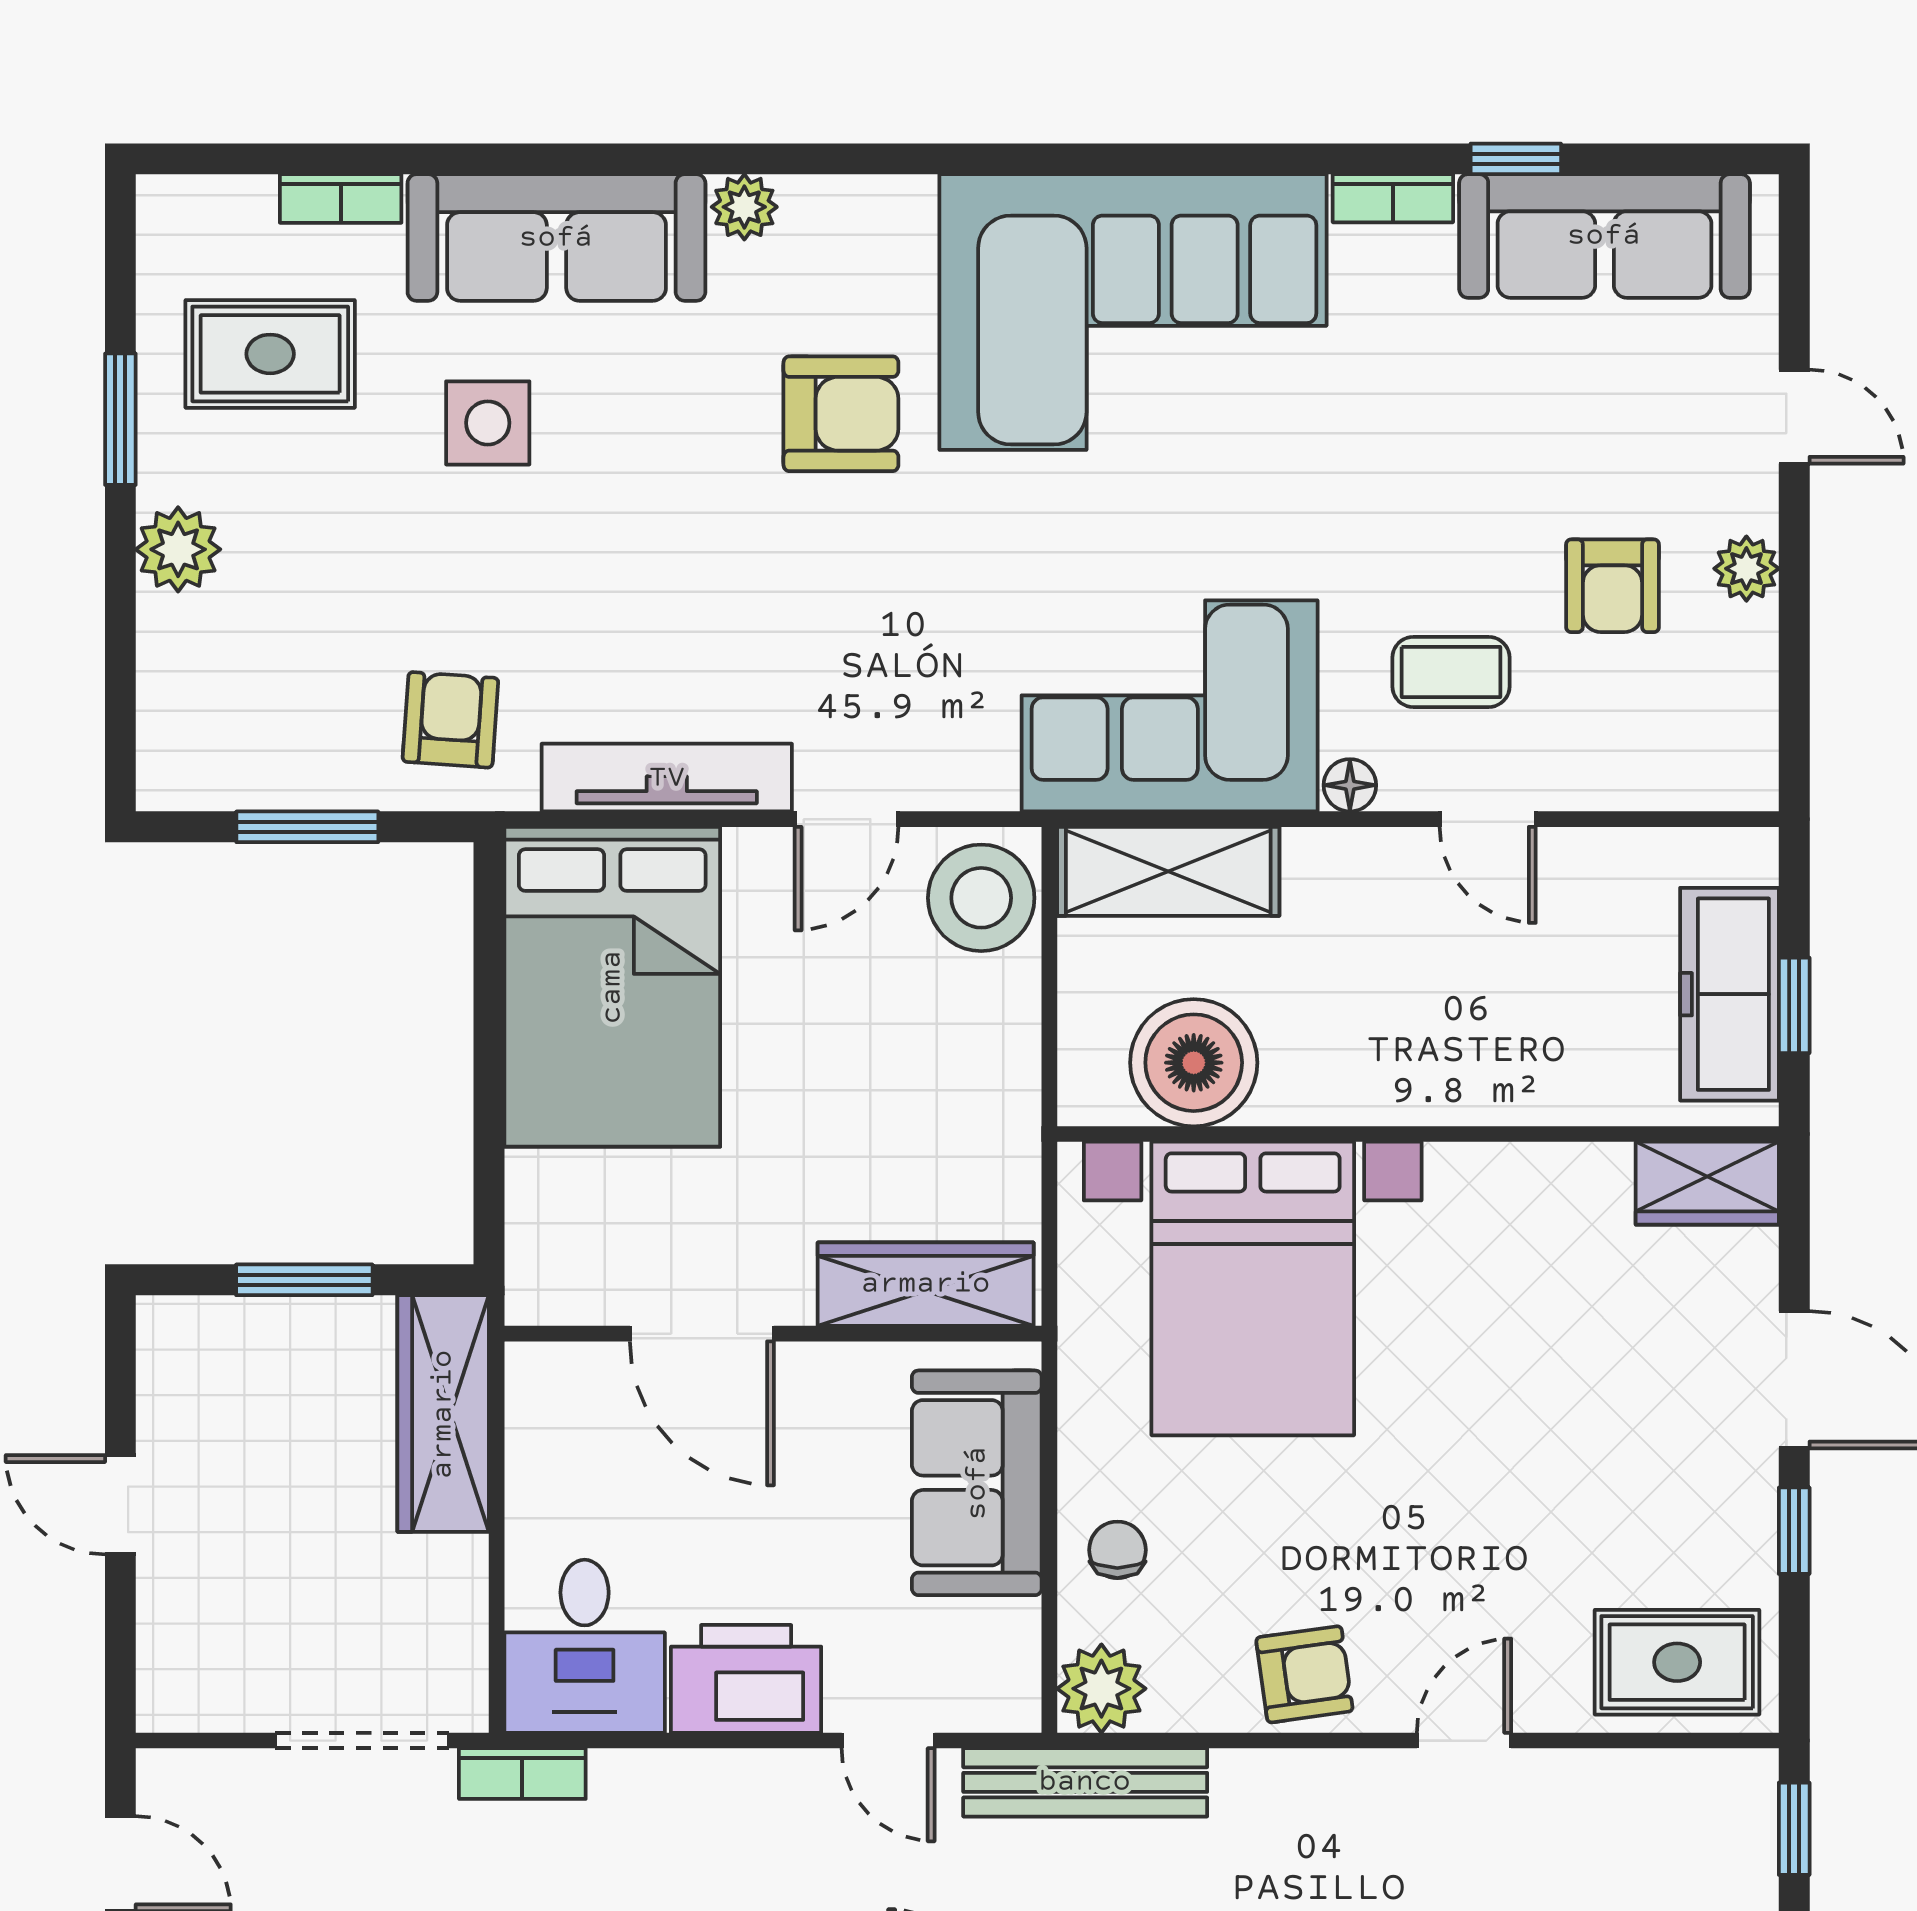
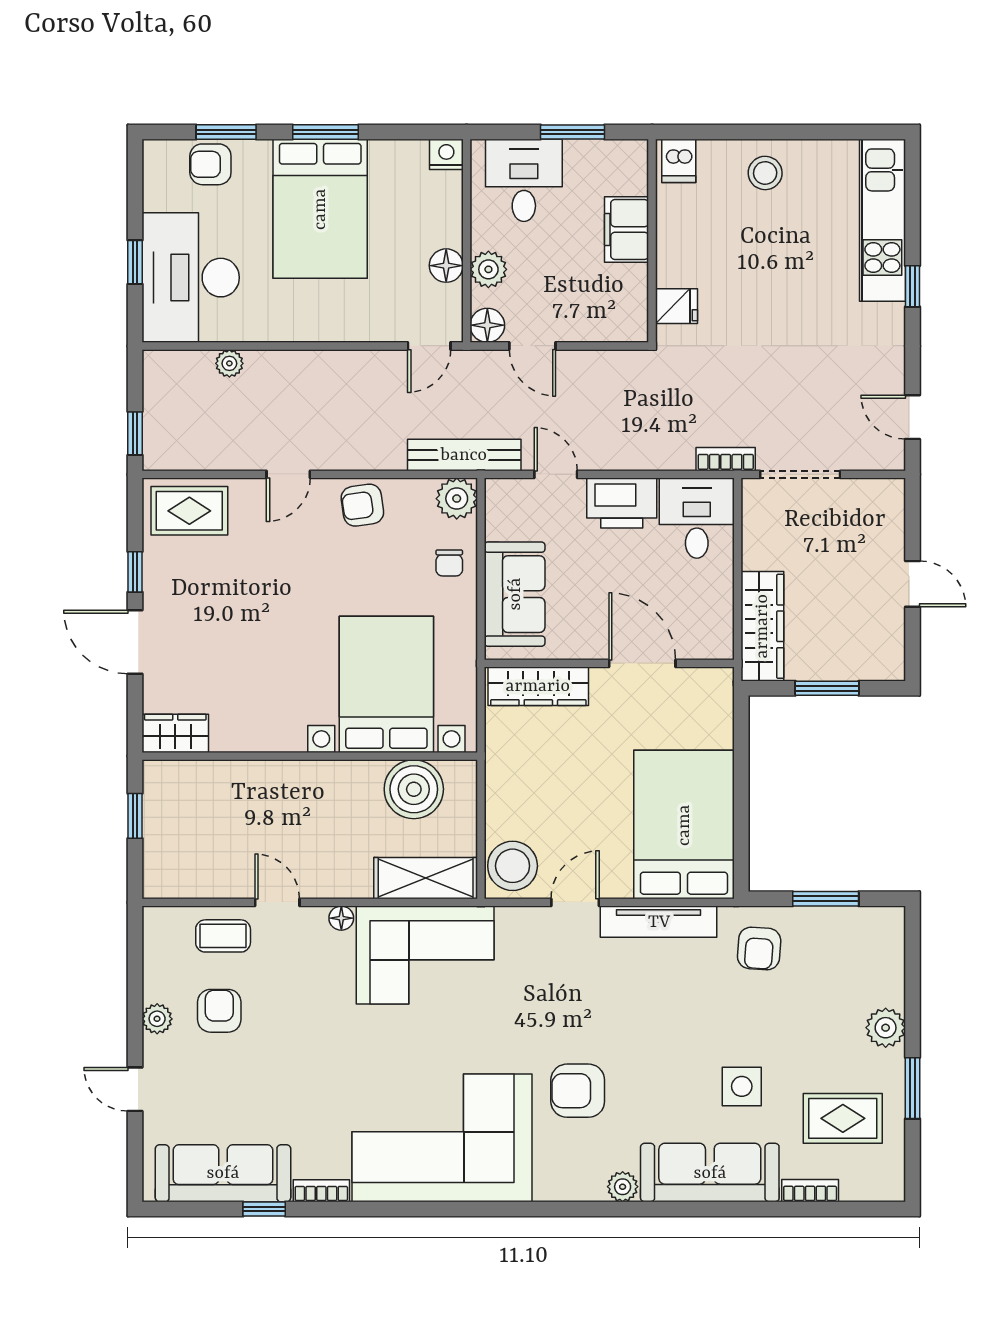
coffee table: (1451, 672) -> (223, 936), moved
freezer: (1729, 994) -> (165, 821), removed

